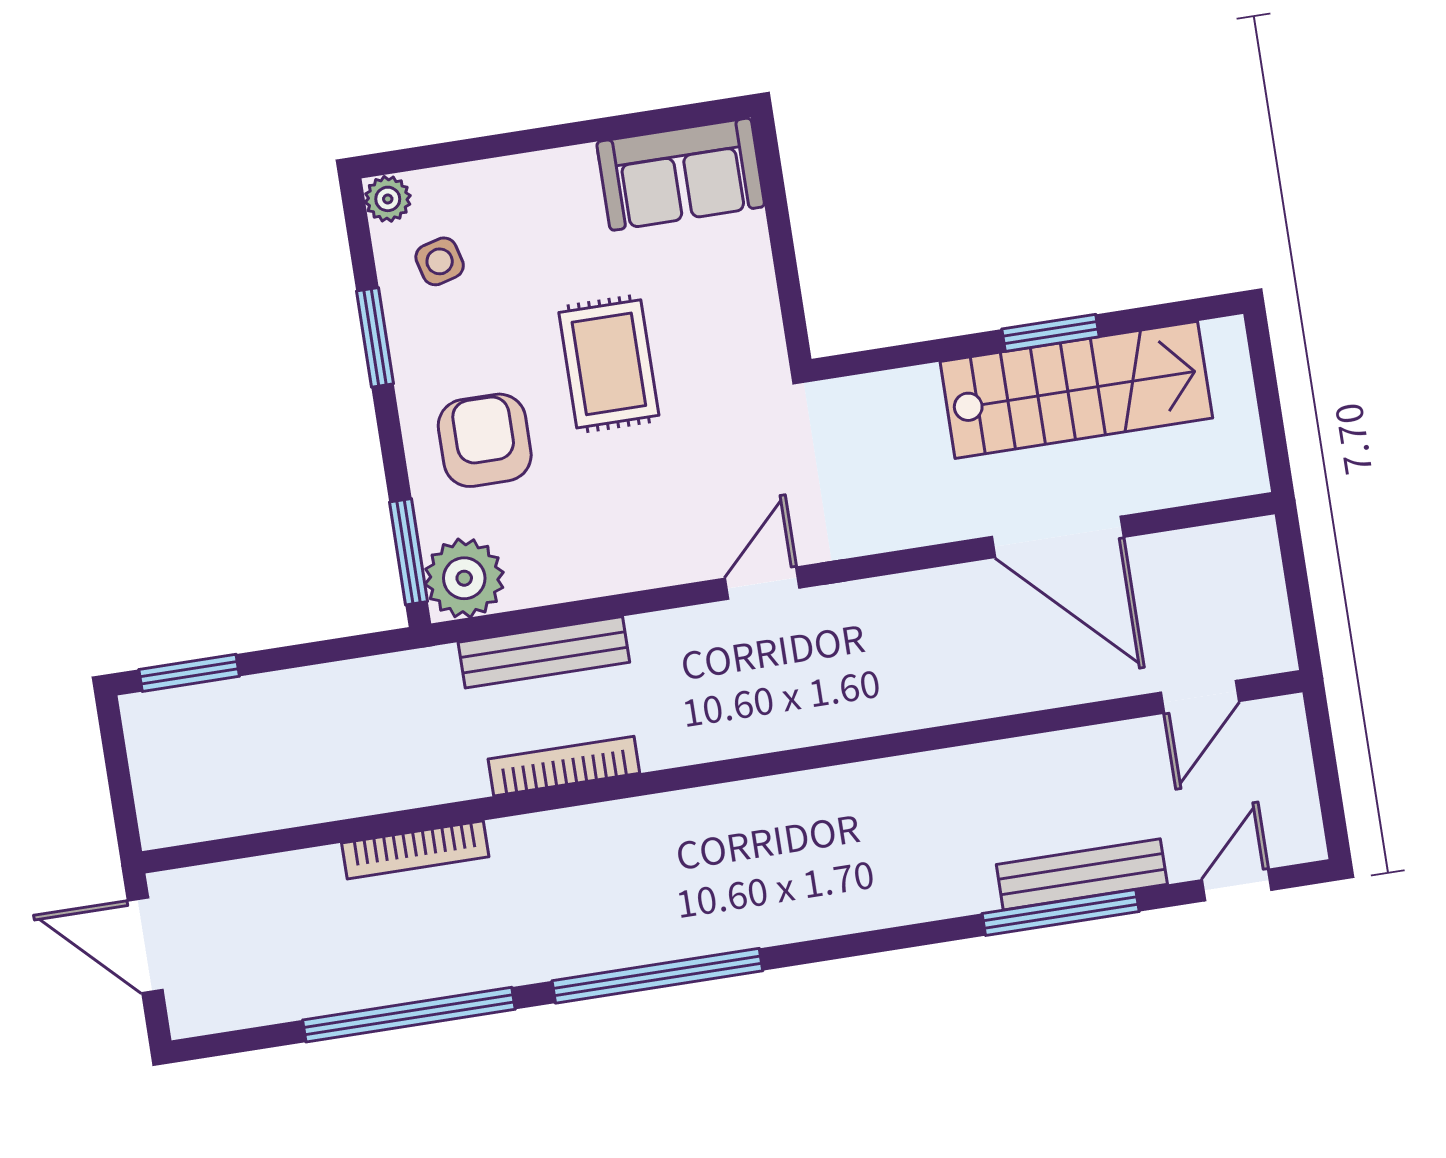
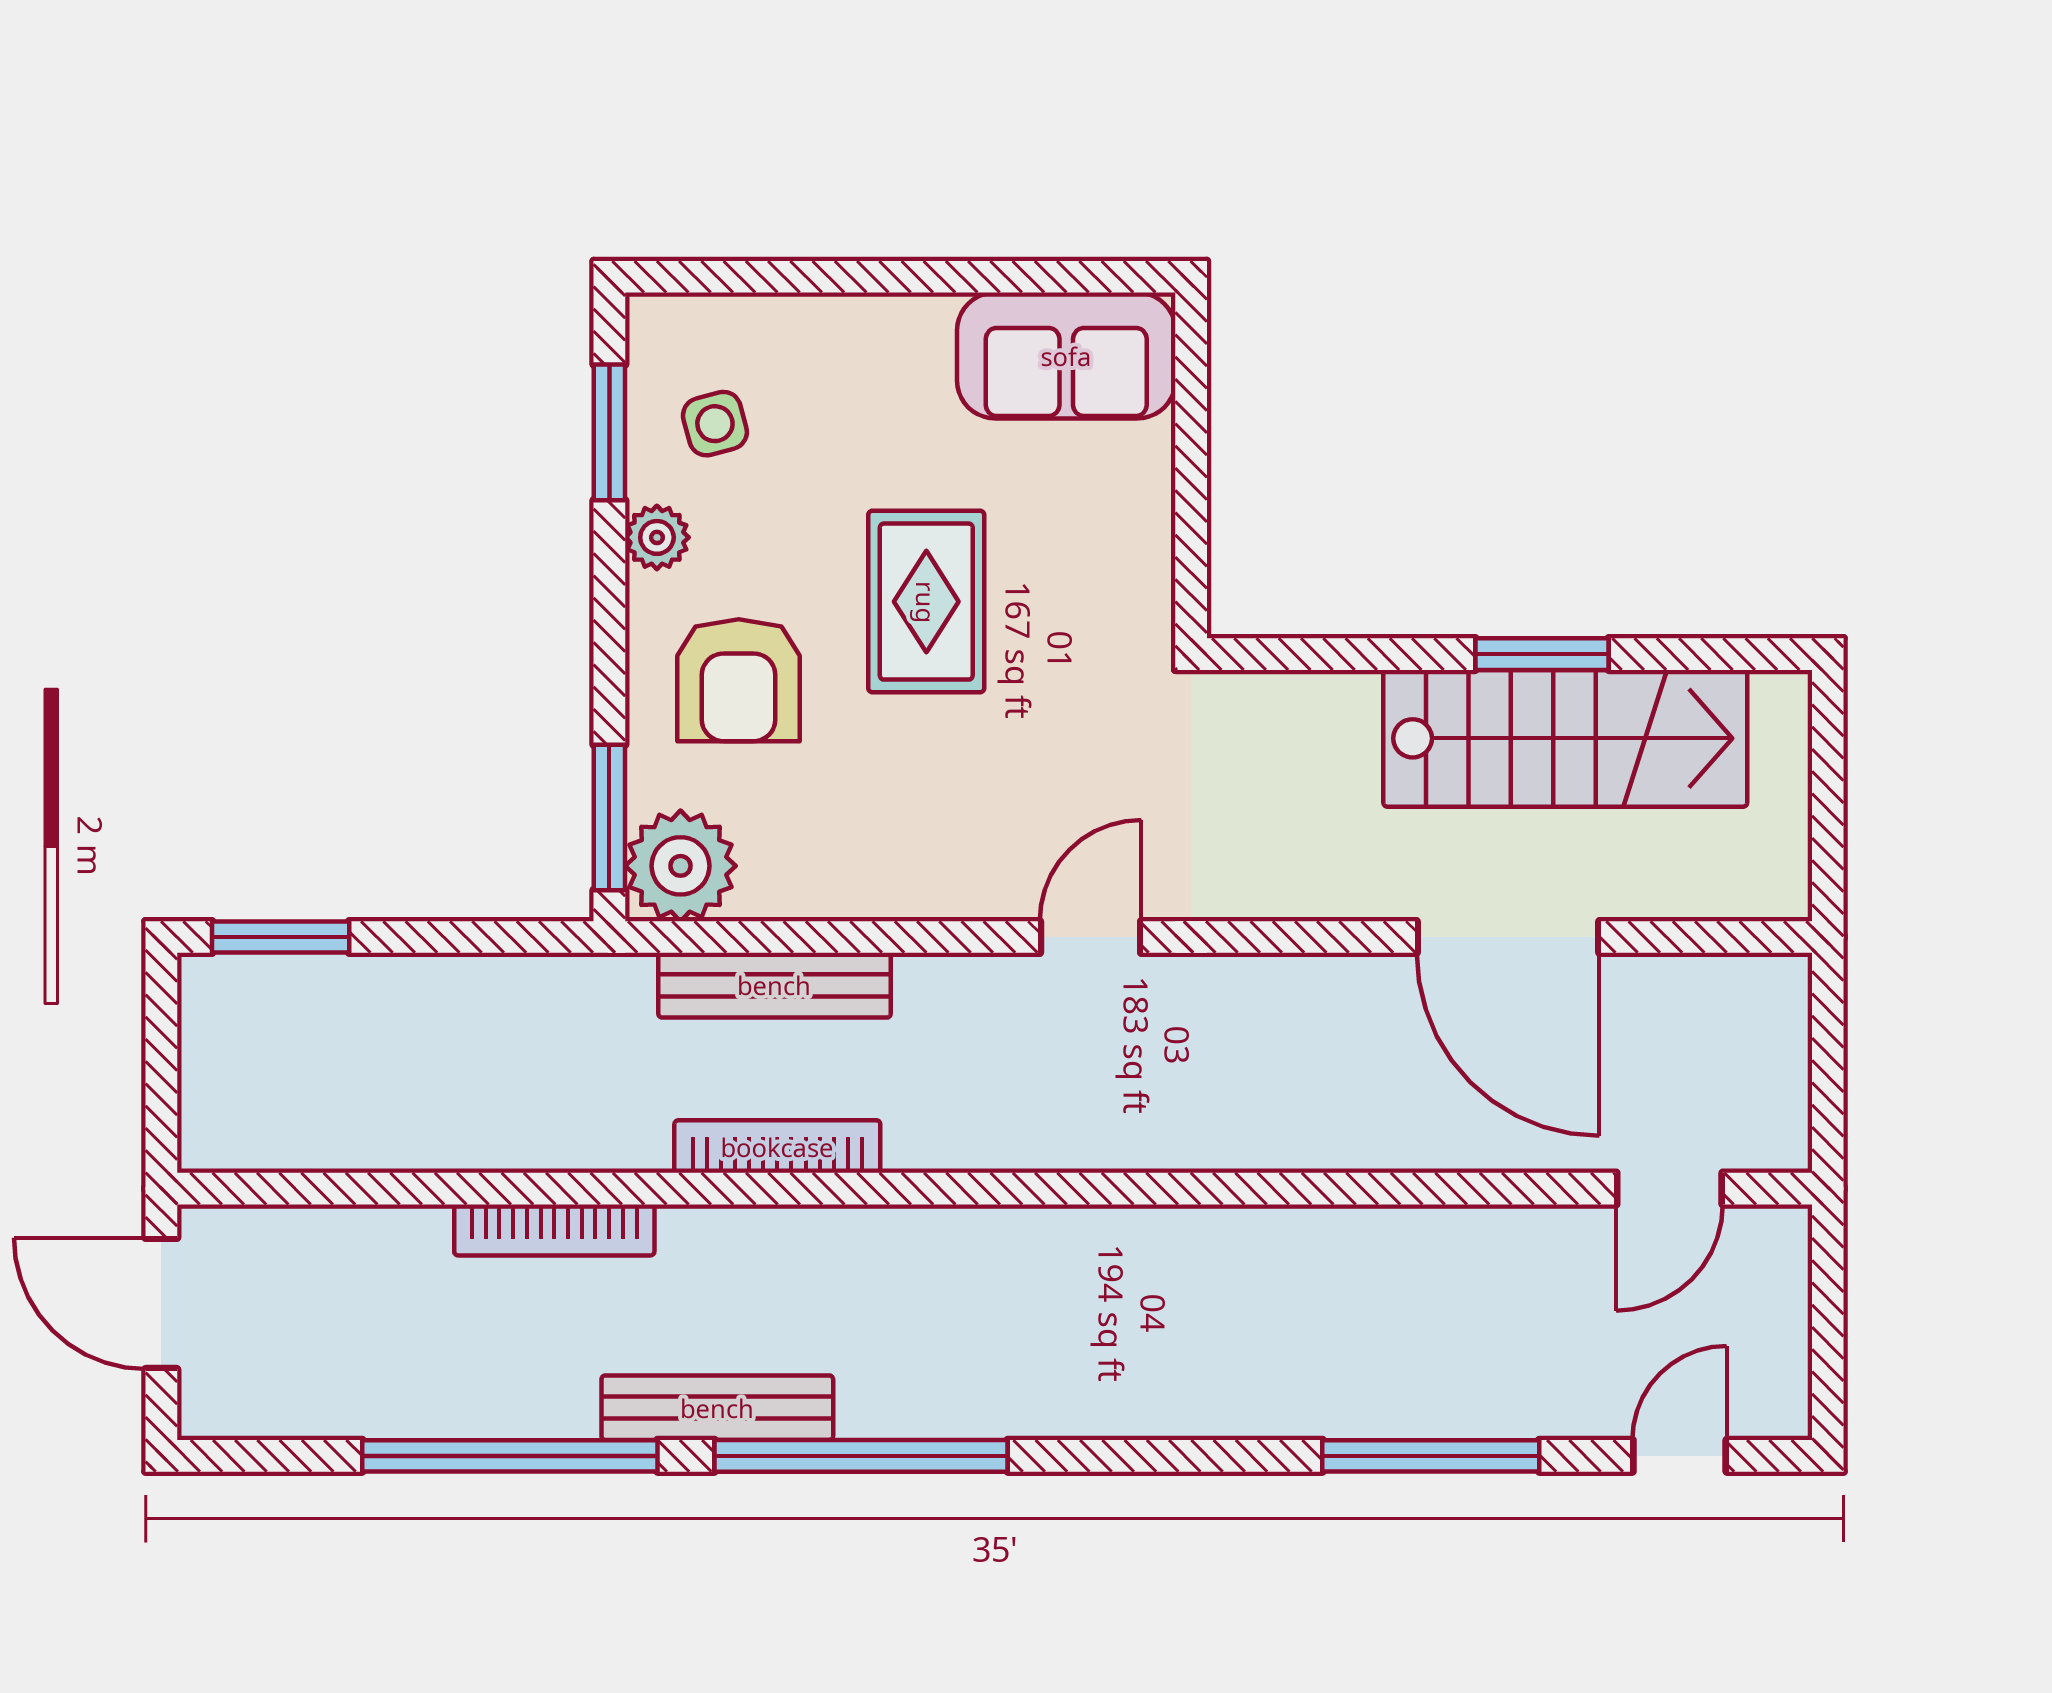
plant: (388, 199) -> (657, 537), moved
window: (375, 337) -> (609, 432), moved
armchair: (485, 440) -> (739, 680), turned 180
bench: (1082, 874) -> (717, 1408), moved

